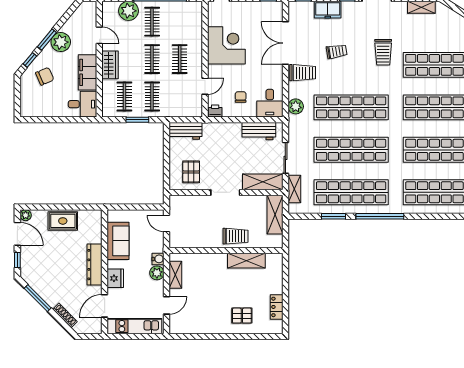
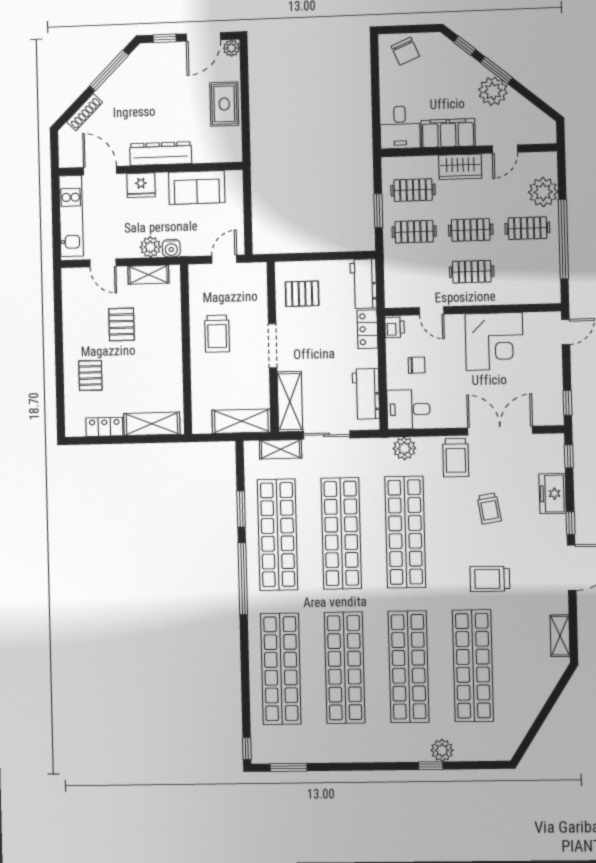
chair: (45, 76) -> (405, 51), moved
locker: (216, 129) -> (367, 329), added
trolley: (235, 236) -> (217, 334), moved
shelving: (246, 261) -> (152, 424), moved, turned 90
pallet: (208, 294) -> (122, 324), added

